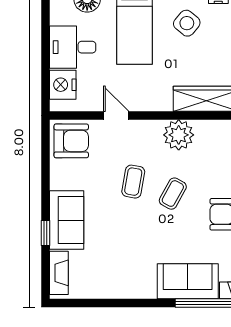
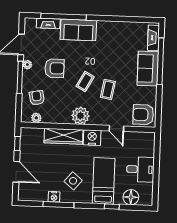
nightstand: (63, 85) -> (92, 138), moved, turned -90
window: (46, 233) -> (160, 61), width x3.17

